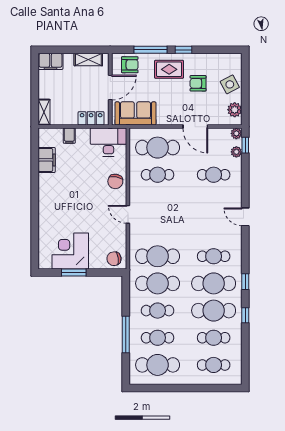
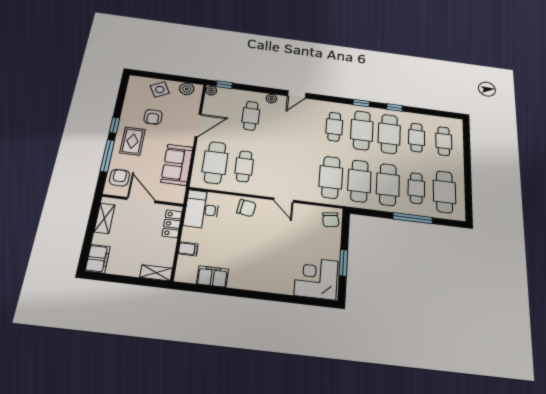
sofa: (136, 113) -> (177, 165), moved
plant: (236, 152) -> (271, 99), moved
door: (128, 214) -> (284, 200), hinge flipped
corner desk: (70, 251) -> (316, 278), moved, turned 90
cafe table: (158, 311) -> (388, 185), width x1.37, depth x1.35

